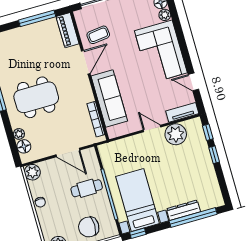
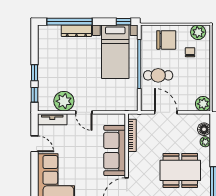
chair: (40, 202) -> (190, 52), moved

